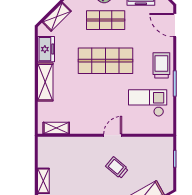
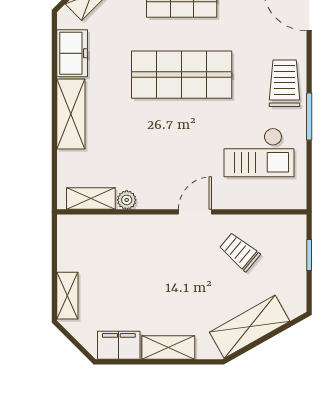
checkout: (148, 103) -> (259, 152), turned 180
plant: (76, 129) -> (127, 200), added
trolley: (117, 168) -> (240, 252), moved

